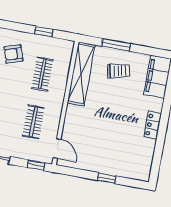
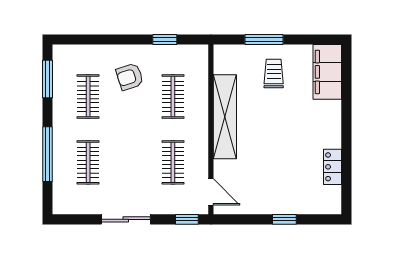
trolley: (118, 71) -> (274, 74), turned -78
shelving: (81, 74) -> (225, 117), moved
locker: (153, 125) -> (333, 167), moved

